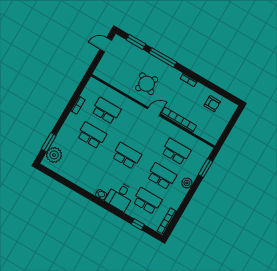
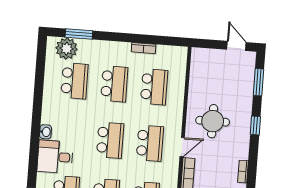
window: (163, 58) -> (255, 125), width x0.46
round table: (147, 84) -> (213, 121), turned -32
door: (154, 112) -> (182, 147), hinge flipped
school desk: (141, 131) -> (150, 143), added
school desk: (77, 160) -> (74, 81), added

